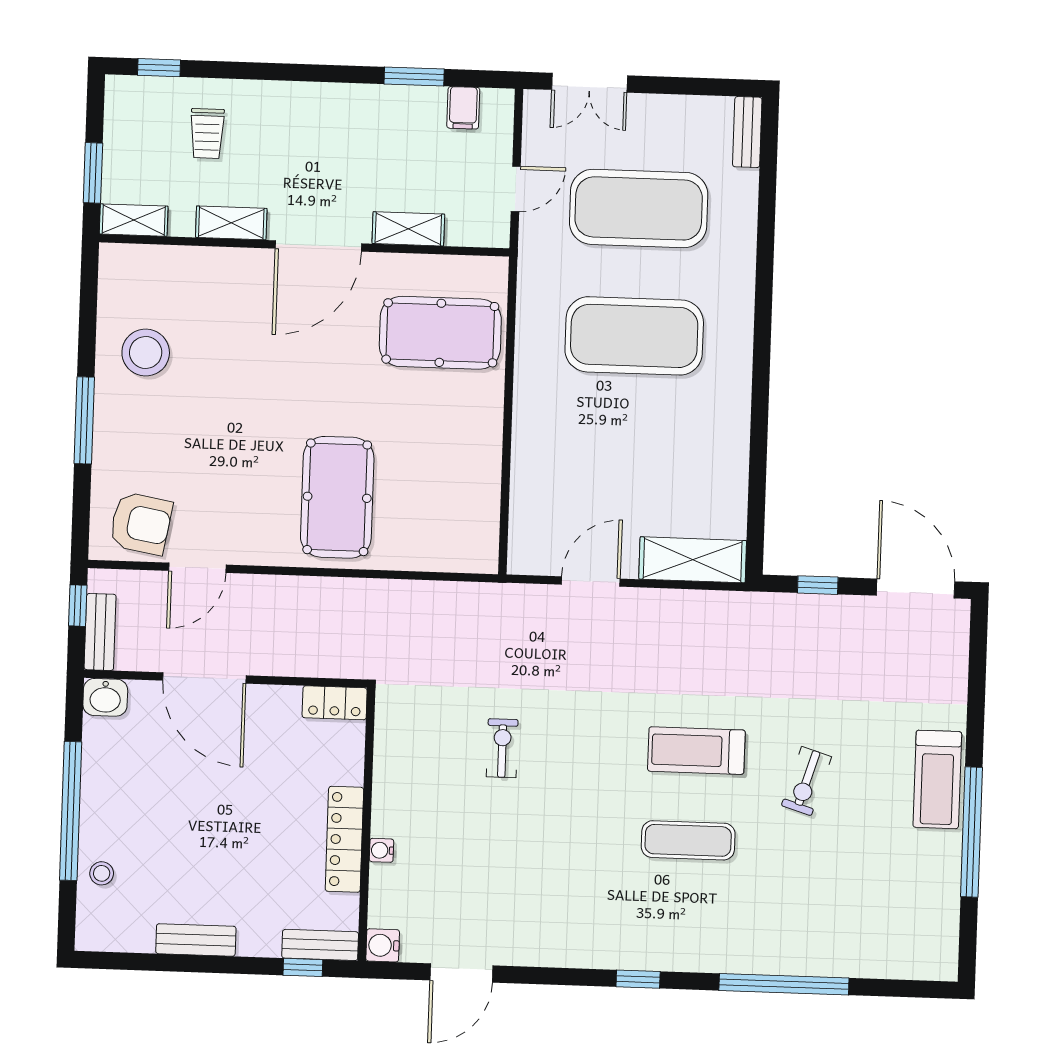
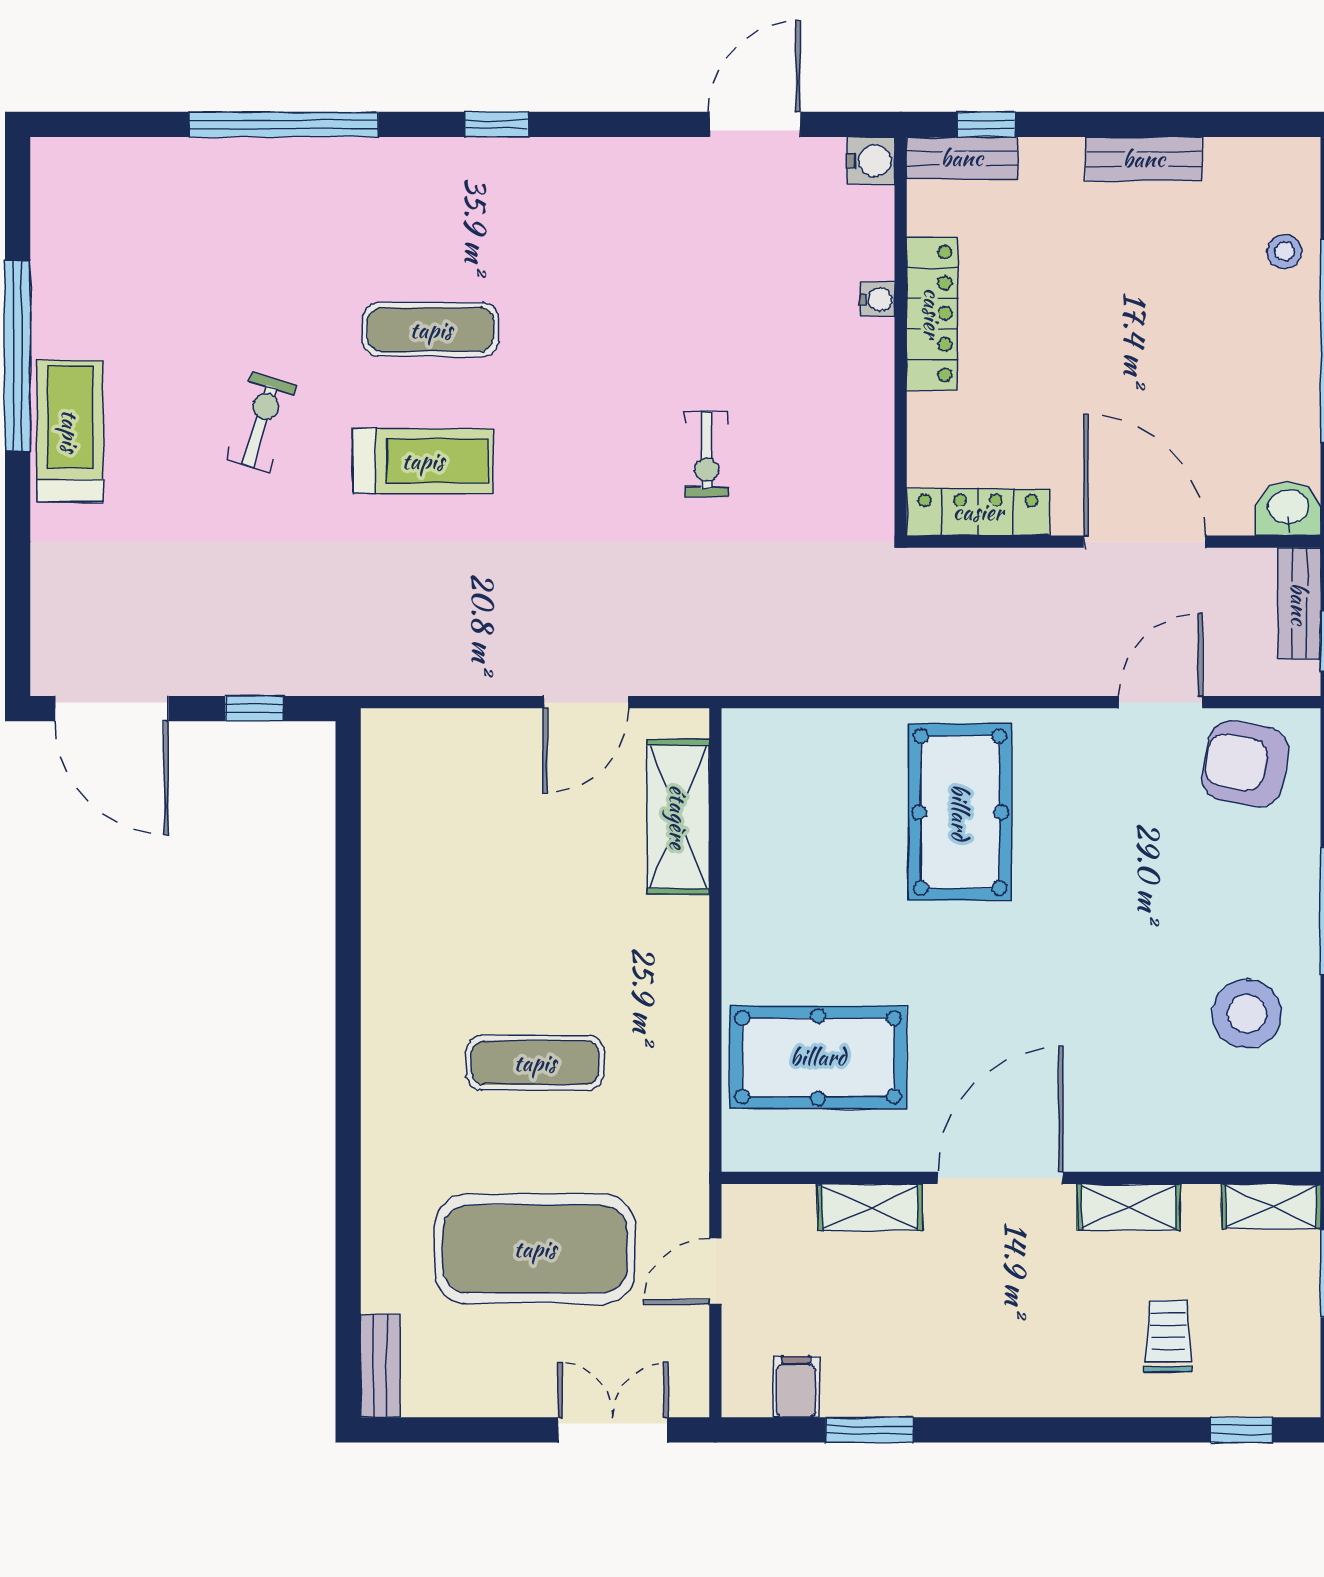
exercise mat: (634, 336) -> (535, 1063), width x0.50, depth x0.69
shelving: (693, 560) -> (678, 817), moved, turned 90
locker: (335, 703) -> (978, 512), width x1.53

